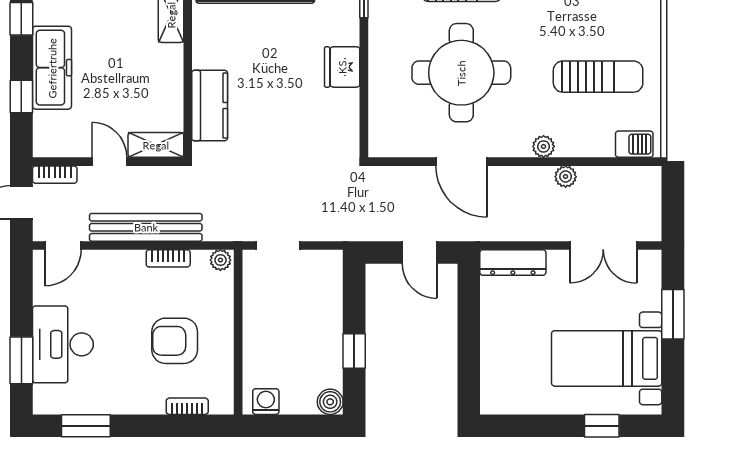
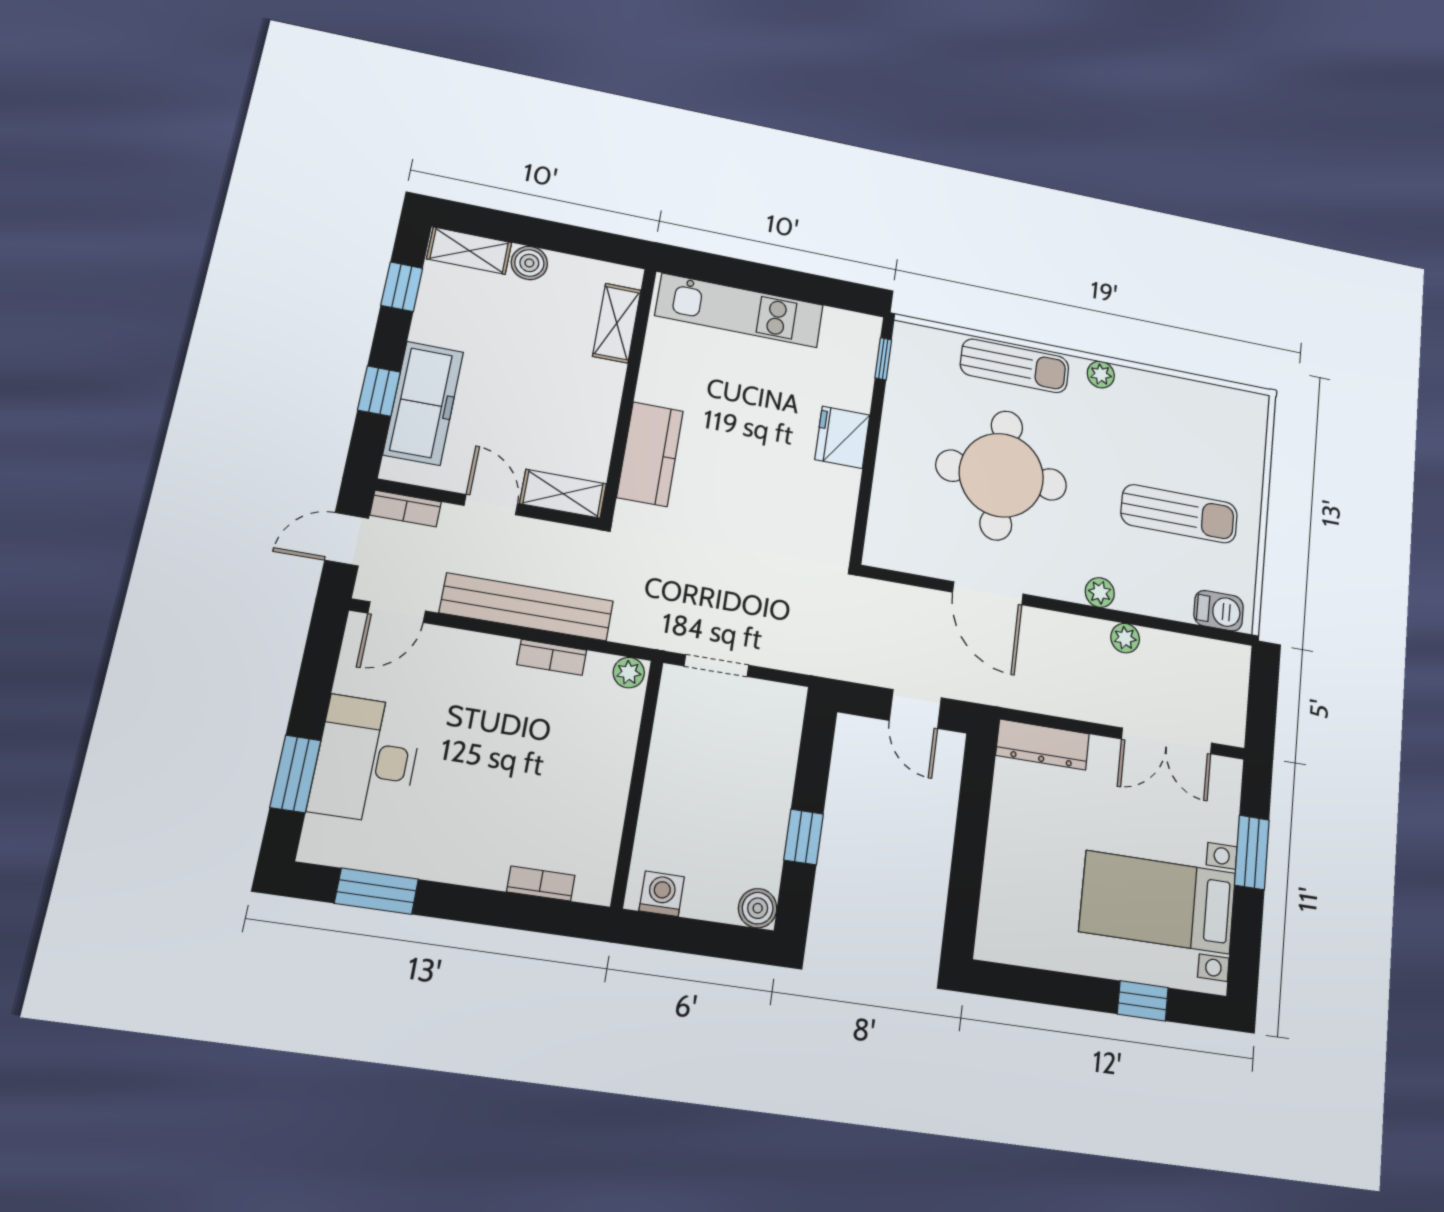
freezer: (52, 68) -> (423, 403), moved
armchair: (175, 341) -> (539, 781), removed

